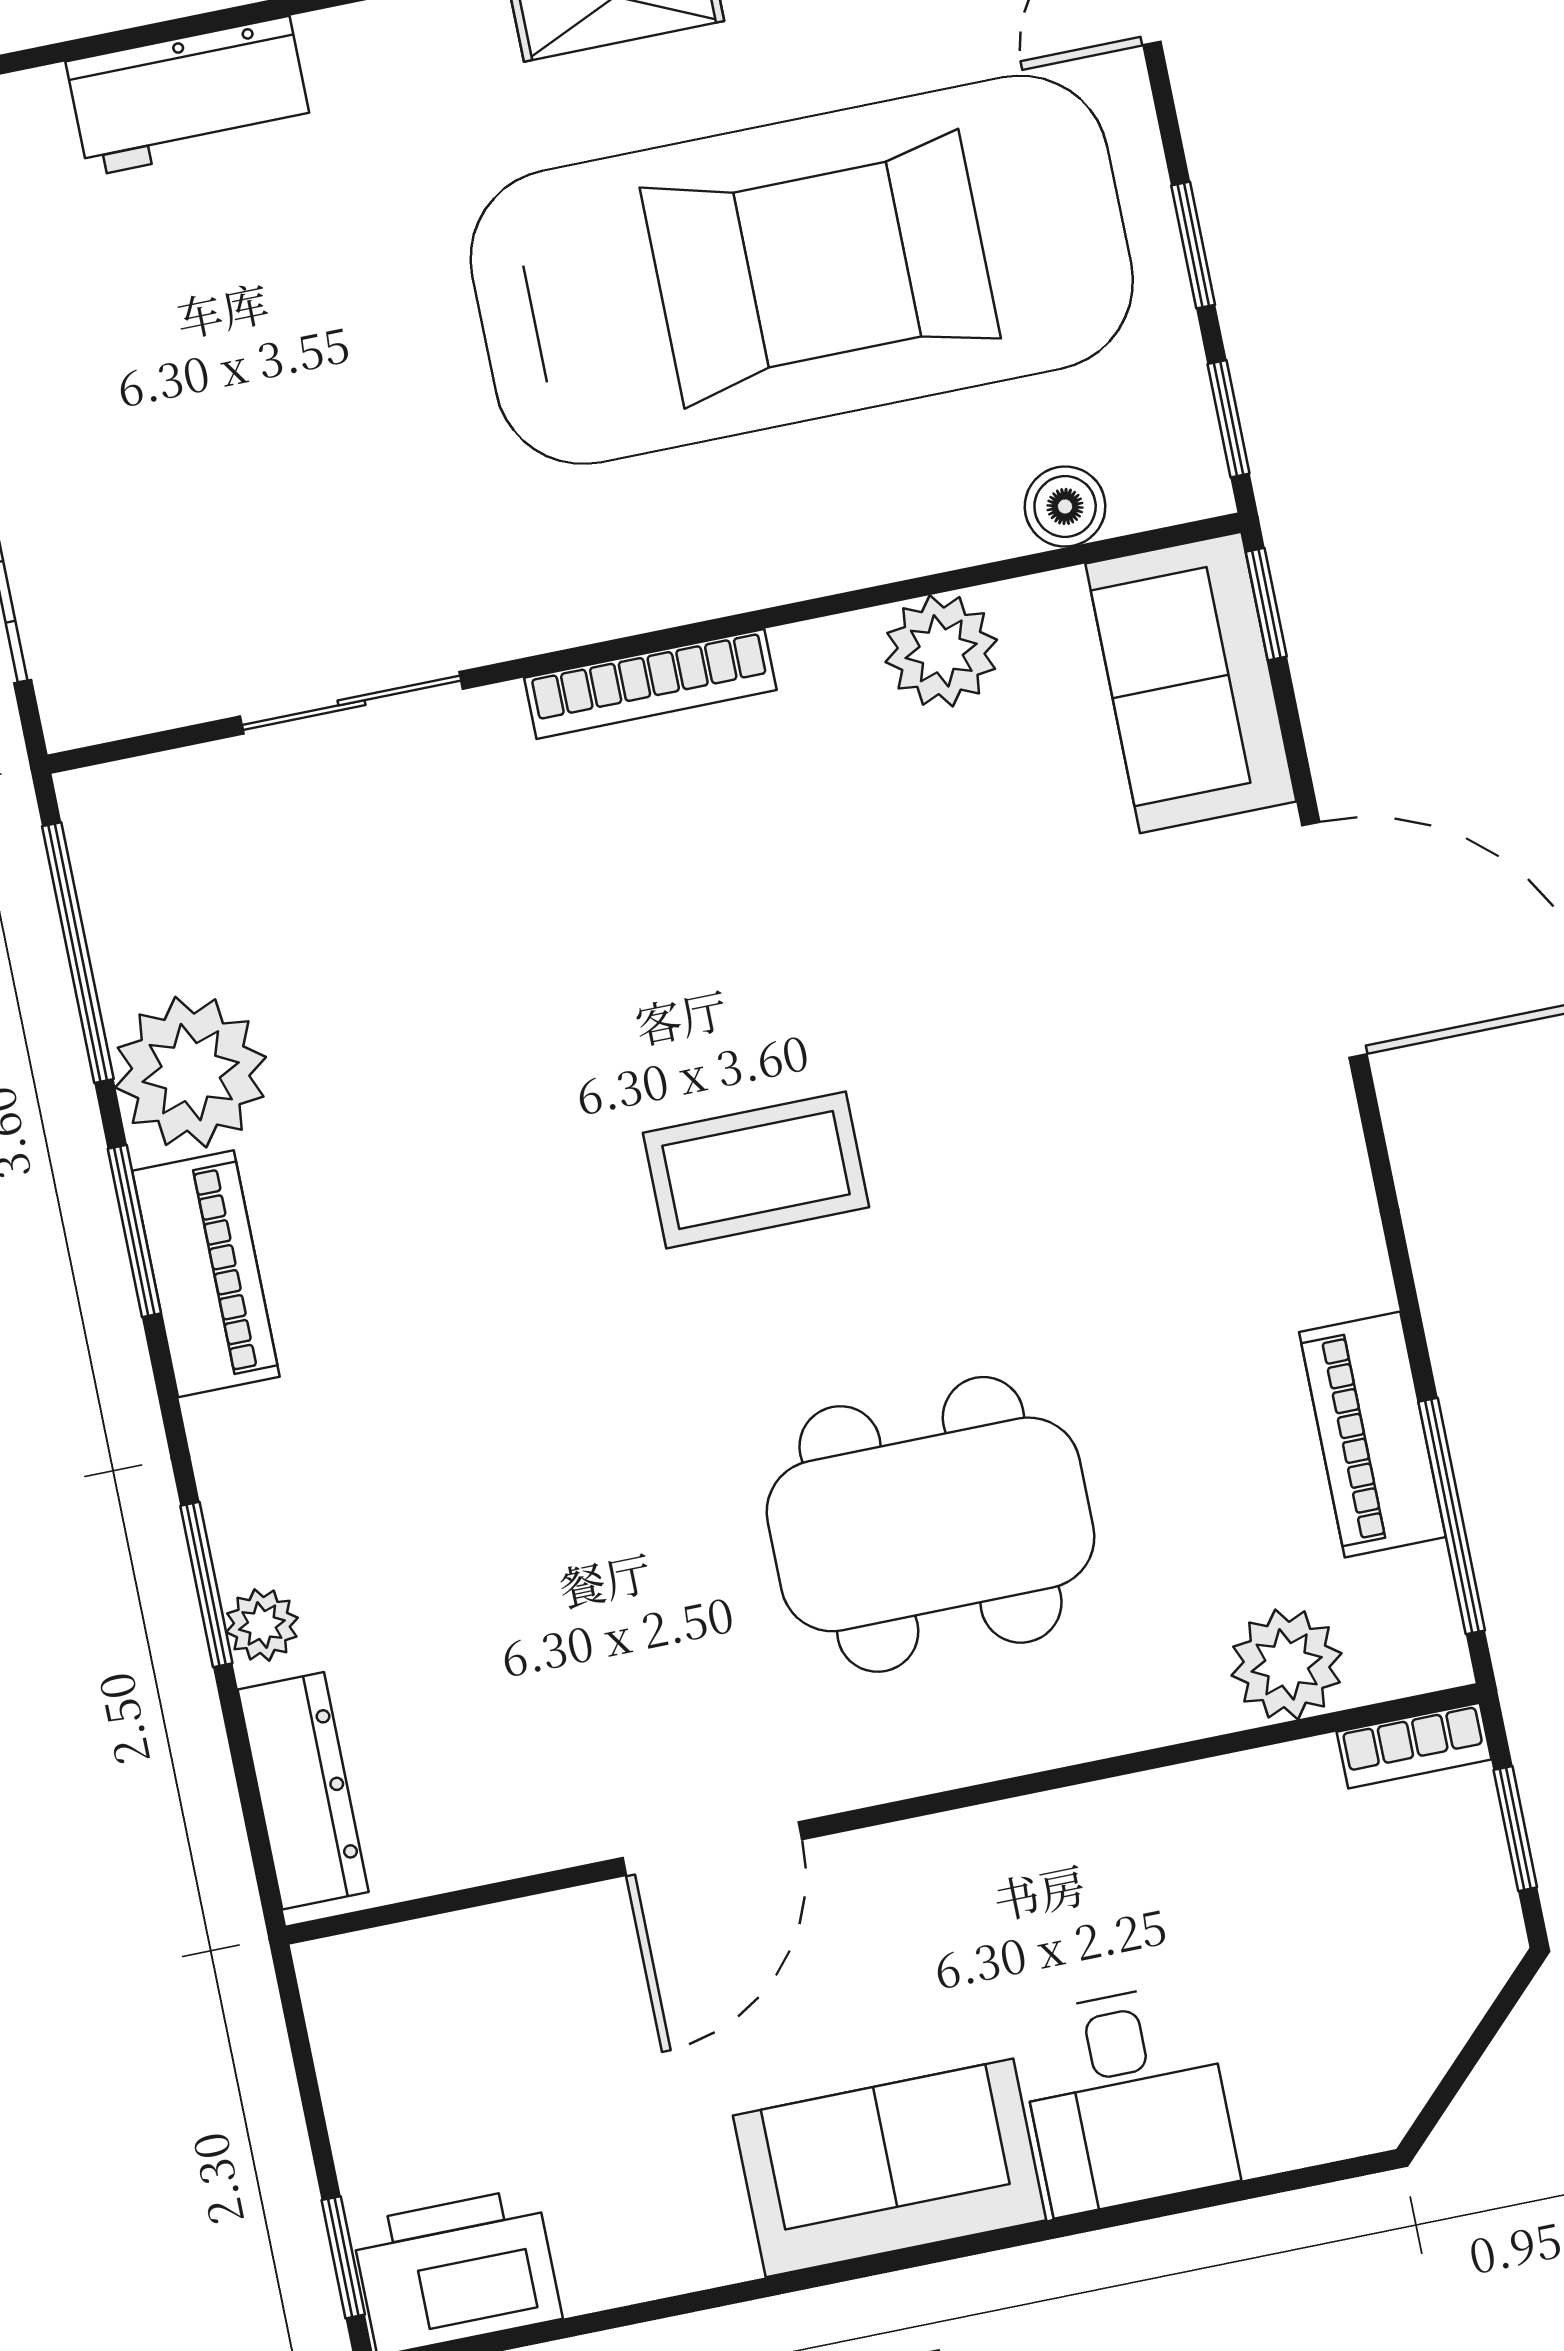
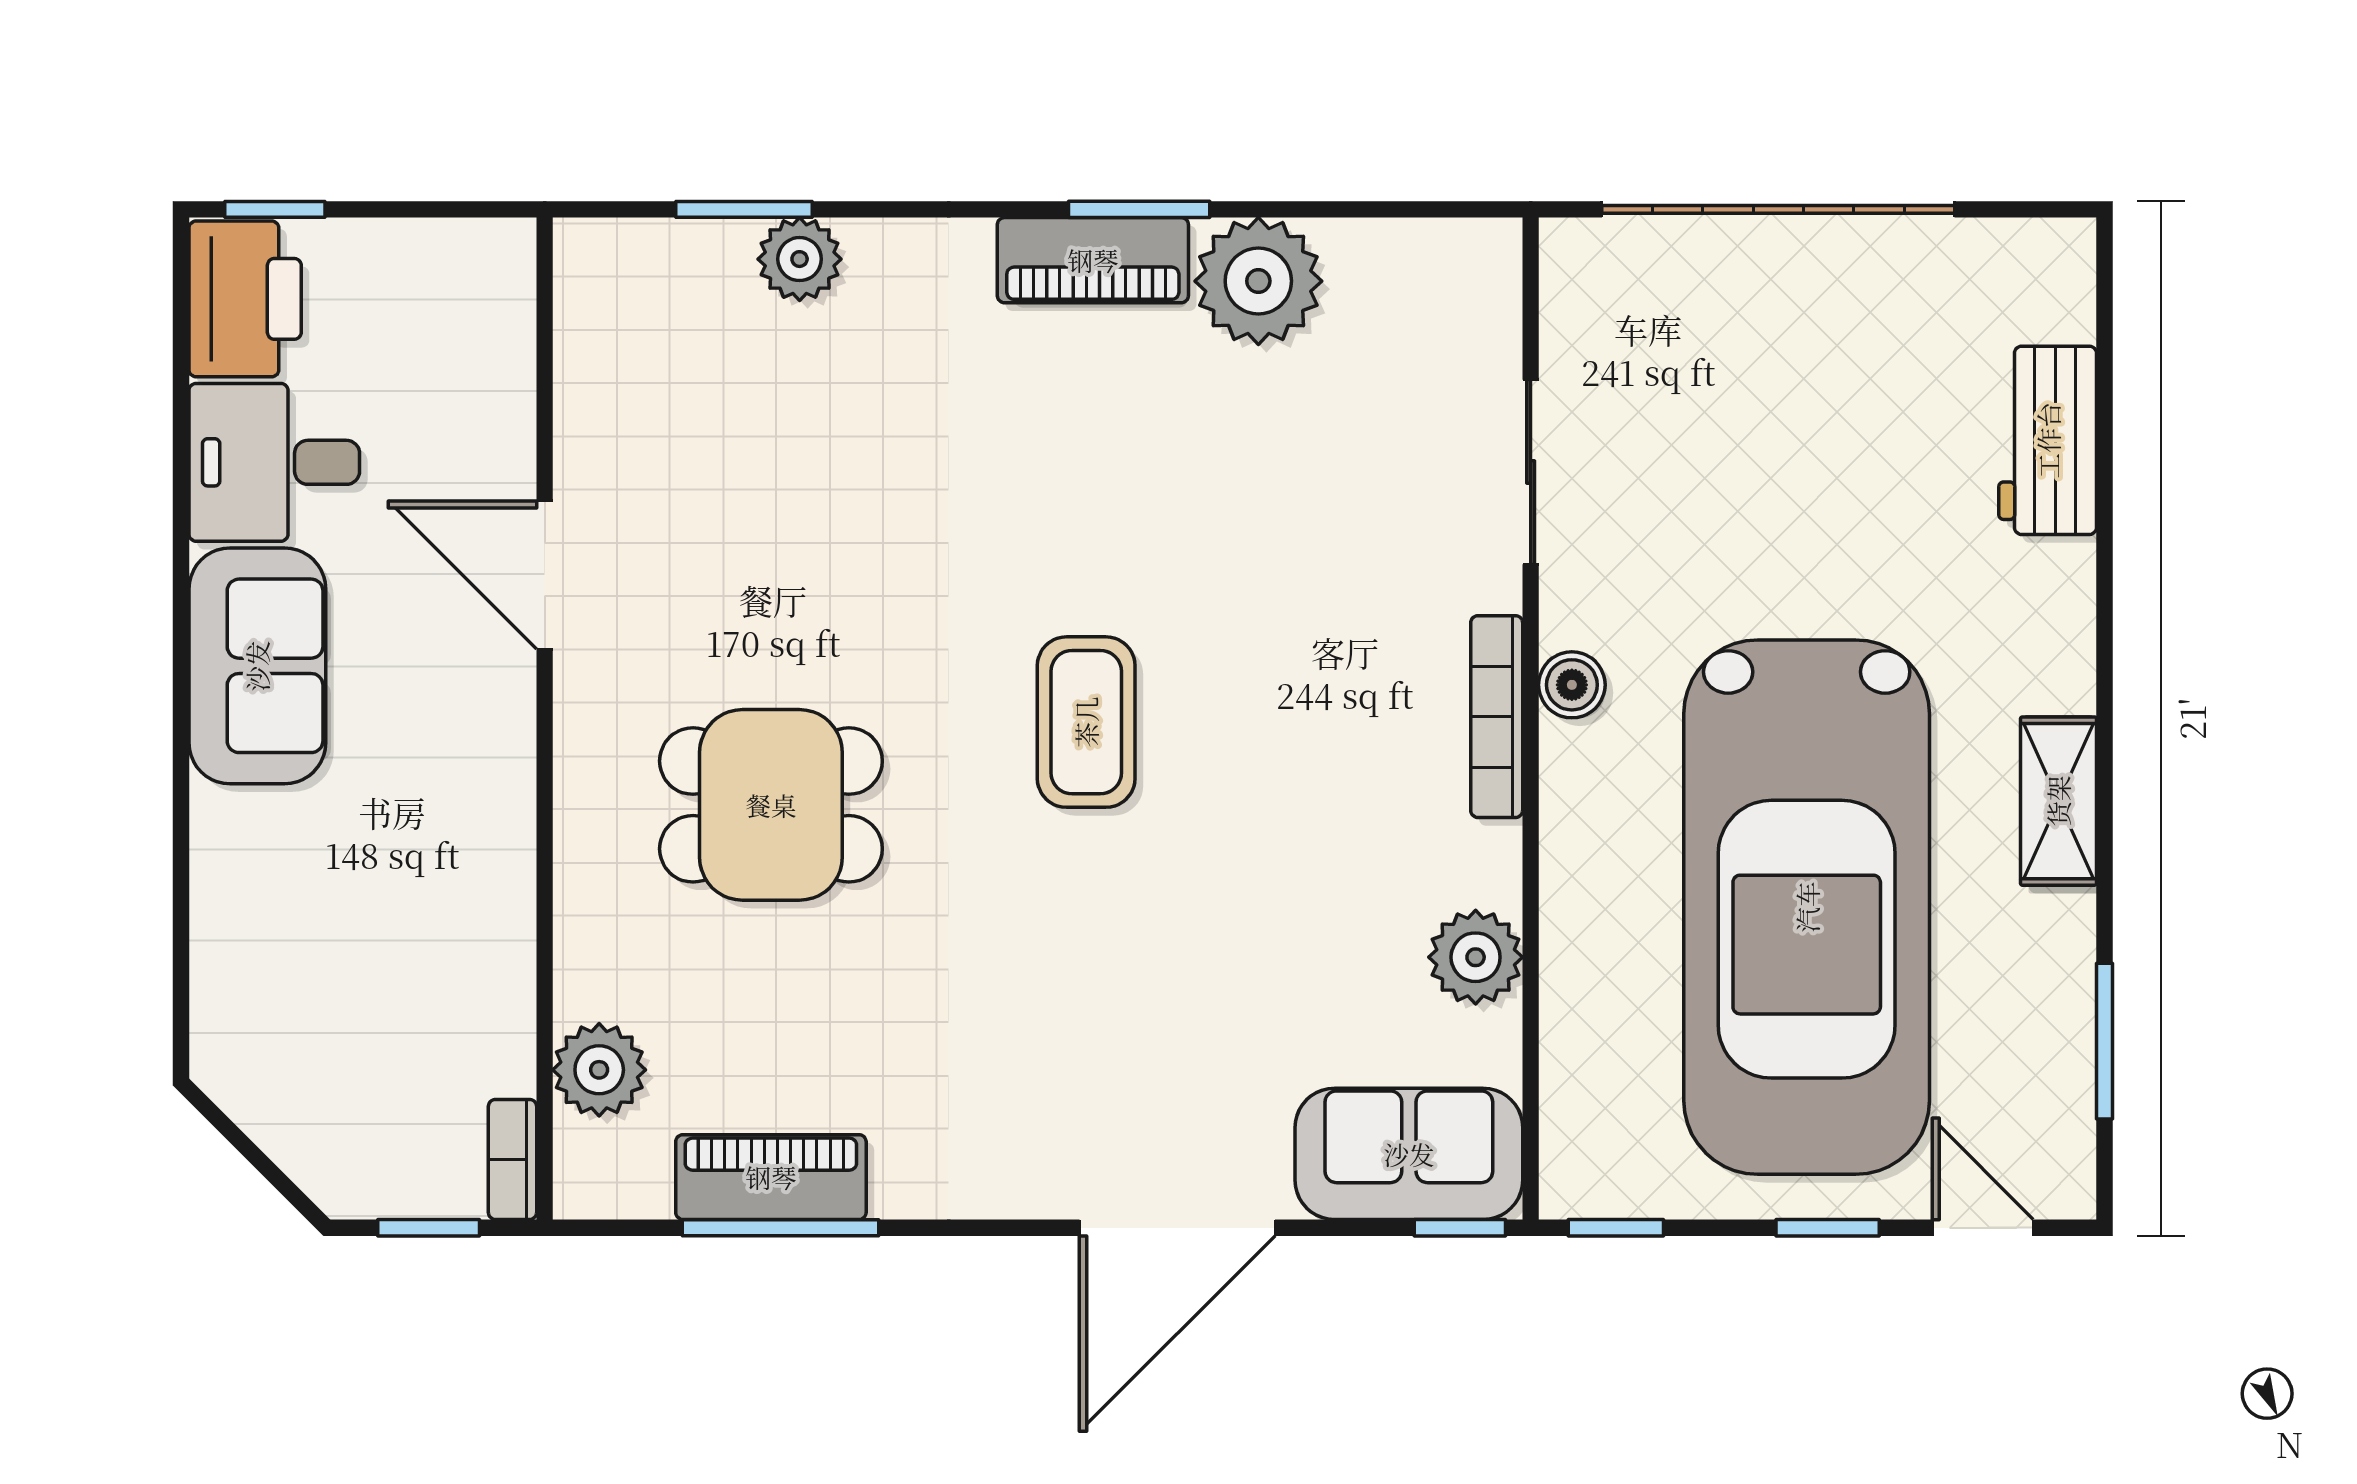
window: (1193, 245) -> (1828, 1228), moved
boiler: (1065, 507) -> (1572, 685), moved
window: (78, 953) -> (1374, 209), removed
window: (1452, 1516) -> (781, 1228), moved
dining table: (931, 1524) -> (771, 805), width x0.73
window: (206, 1584) -> (744, 209), moved
plant: (262, 1625) -> (800, 259), width x1.38, depth x1.38
dresser: (303, 1791) -> (659, 254), removed
desk: (1127, 2099) -> (274, 462), moved

